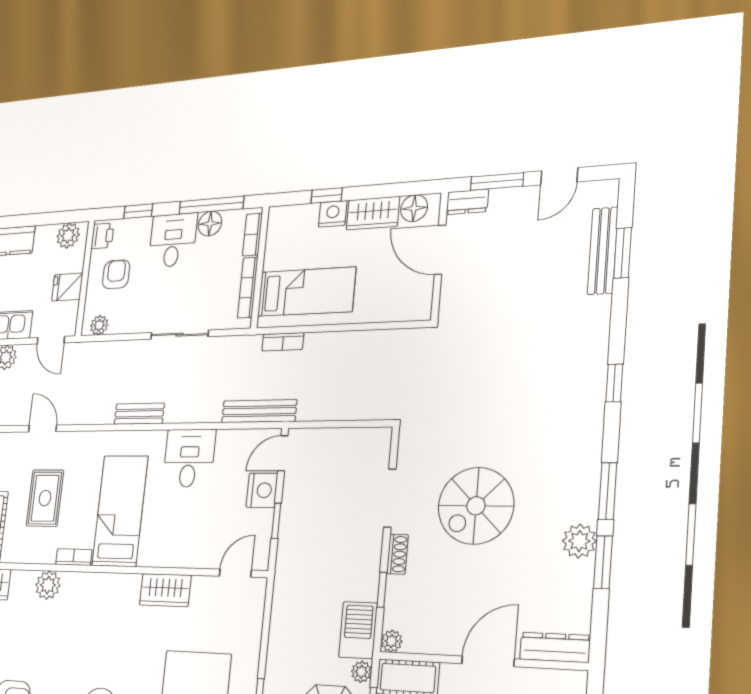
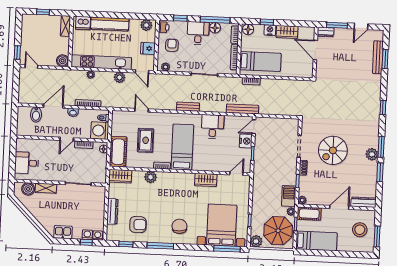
floor lamp: (414, 208) -> (248, 29), moved
plant: (579, 541) -> (372, 154), moved

